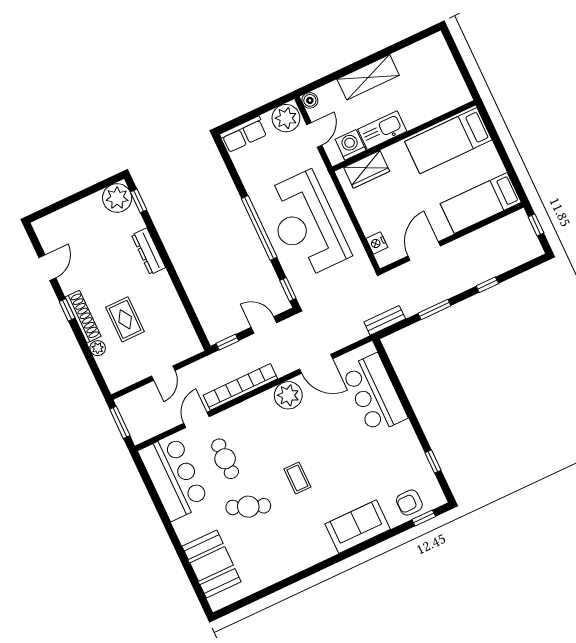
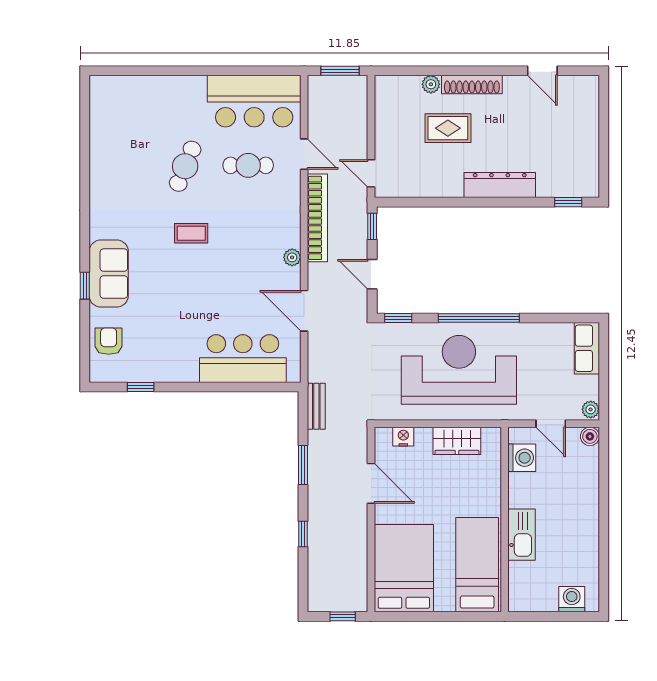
washing machine: (441, 56) -> (572, 599), added
shelving: (368, 77) -> (585, 511), removed
plant: (286, 118) -> (591, 409), width x0.53, depth x0.53
kitchen sink: (382, 130) -> (522, 535), moved
wardrobe: (367, 169) -> (457, 441), moved, turned -90
plant: (117, 198) -> (582, 181), removed
bed: (481, 203) -> (404, 568), width x1.50
dresser: (148, 251) -> (500, 185), width x1.37, depth x1.24
window: (67, 310) -> (487, 71), removed
door: (264, 325) -> (372, 274), swing flipped
door: (316, 364) -> (304, 311), hinge flipped
door: (163, 373) -> (371, 173), moved
plant: (288, 395) -> (292, 257), width x0.53, depth x0.53
window: (424, 518) -> (85, 286), moved
booth: (212, 564) -> (142, 98), removed

